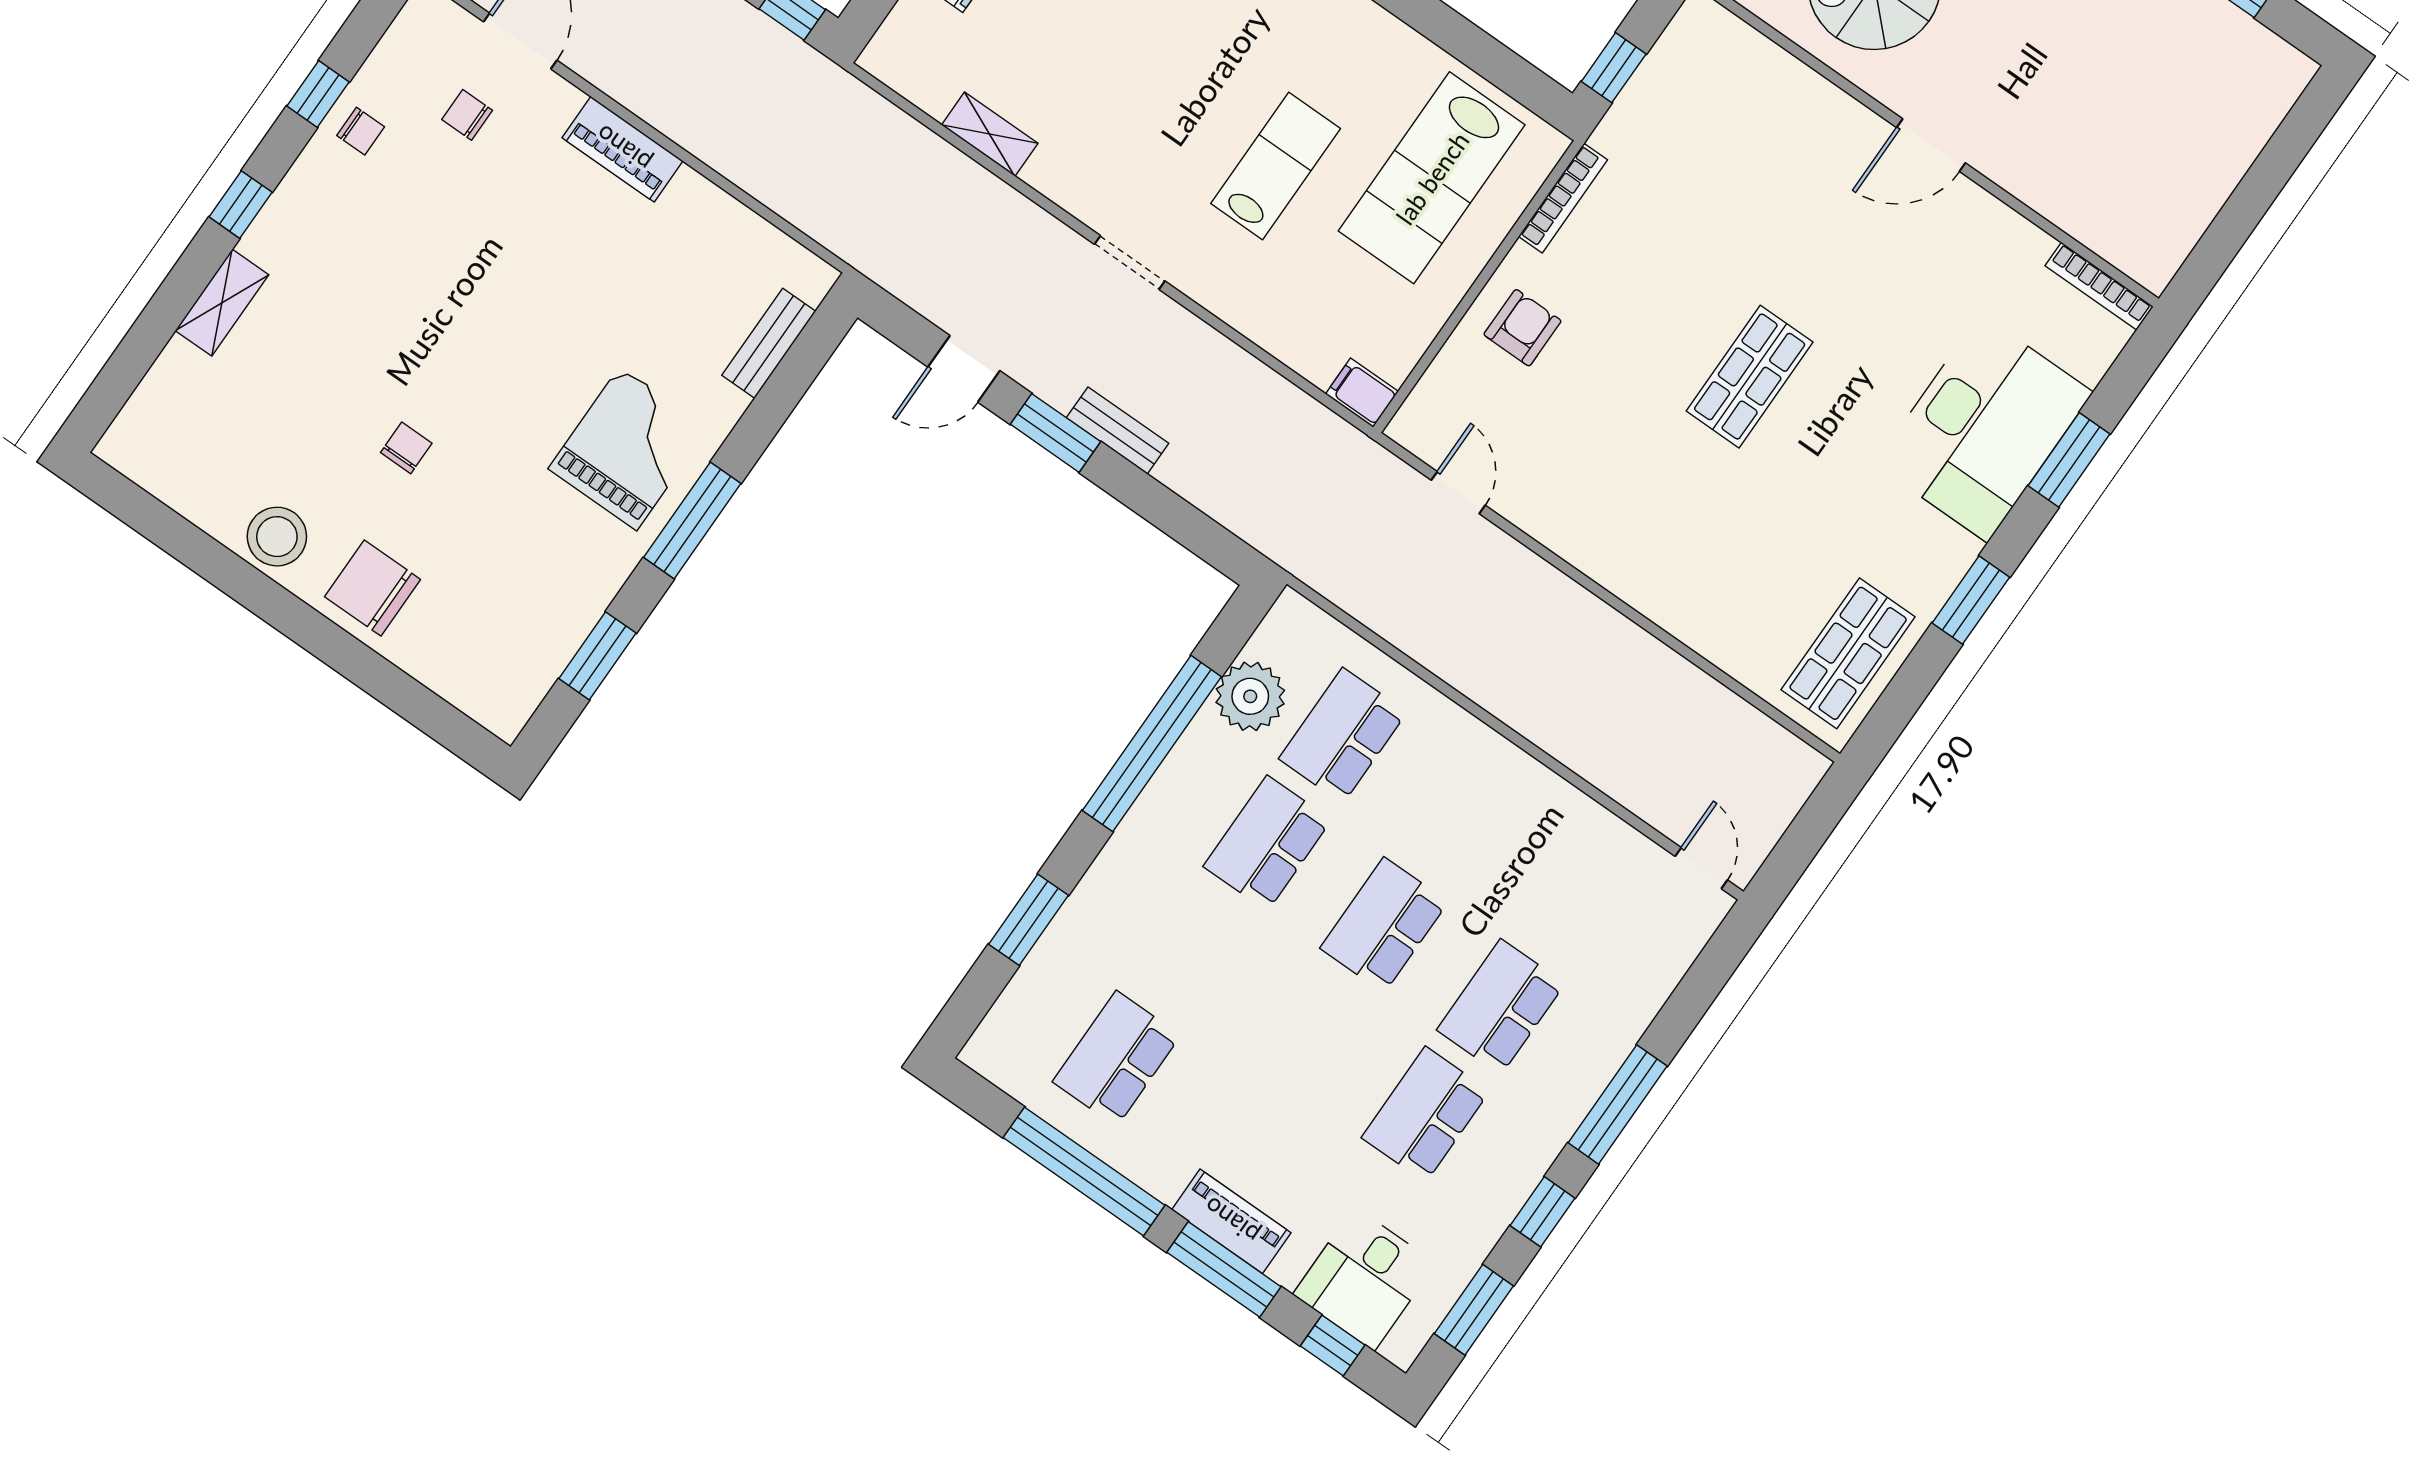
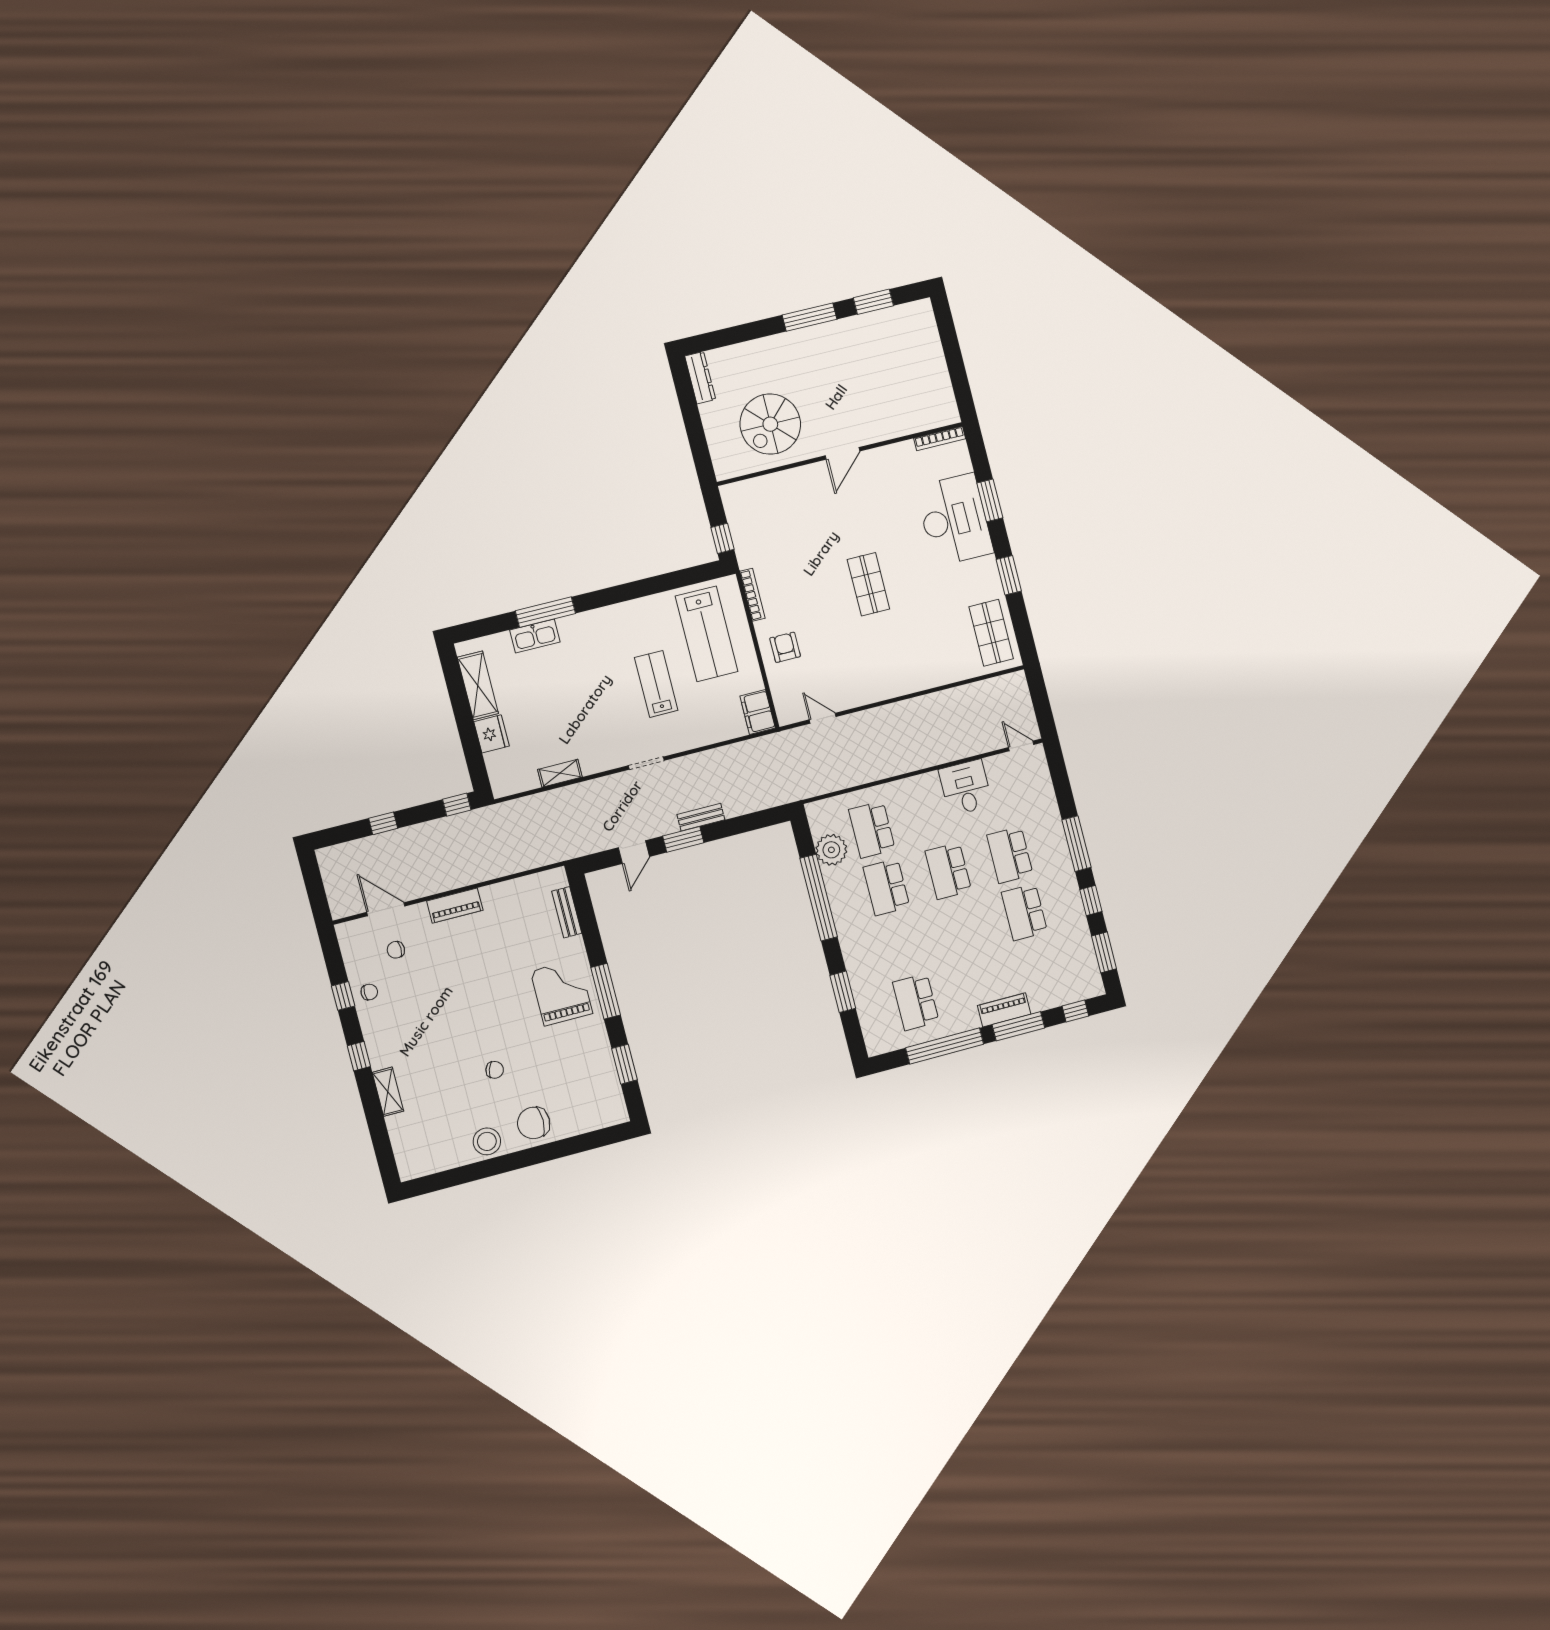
filing cabinet: (1362, 393) -> (758, 712), width x2.00
chair: (406, 448) -> (495, 1070), turned 109
desk: (1364, 1279) -> (966, 788), moved, turned 180

